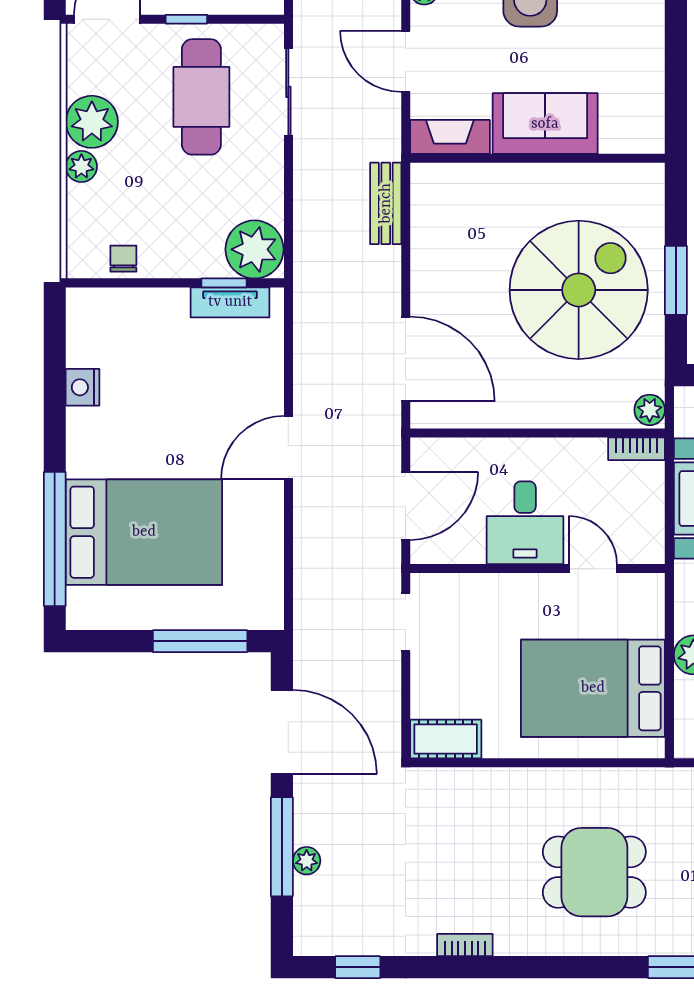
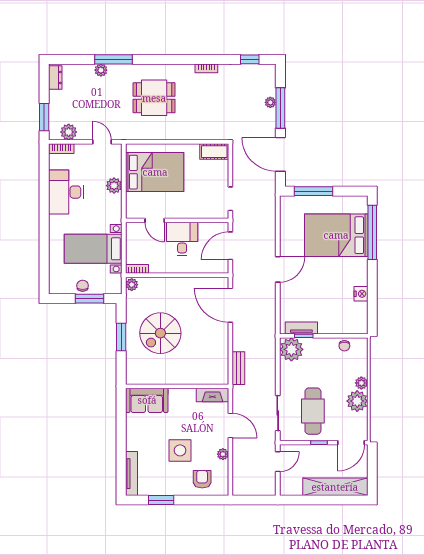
sofa: (545, 124) -> (147, 400), moved
spiral stairs: (579, 290) -> (160, 333), width x0.73, depth x0.73

